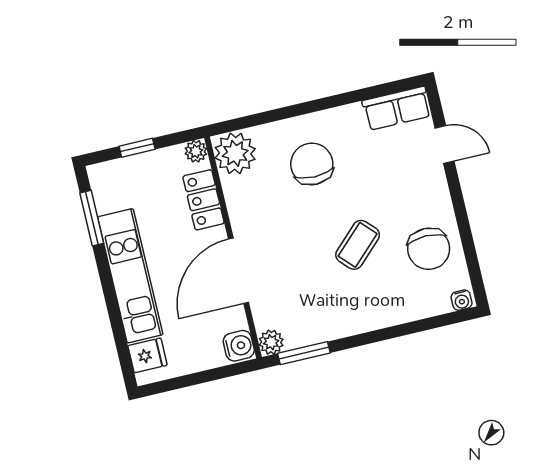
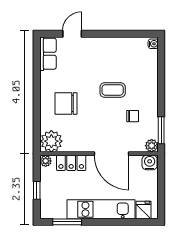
coffee table: (358, 245) -> (113, 90), turned -46
chair: (429, 249) -> (133, 116), moved, width x0.54, depth x0.54

